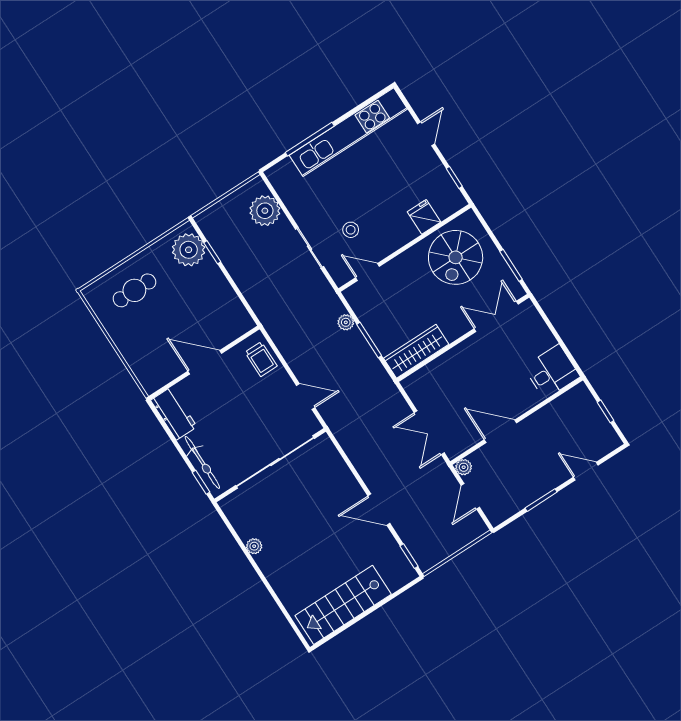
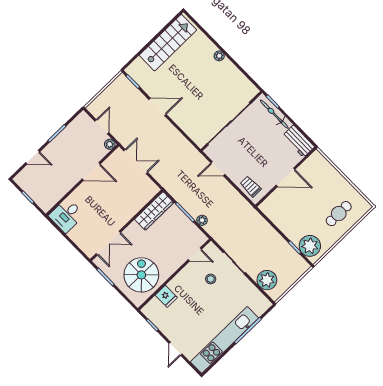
plant: (254, 546) -> (219, 56), moved

